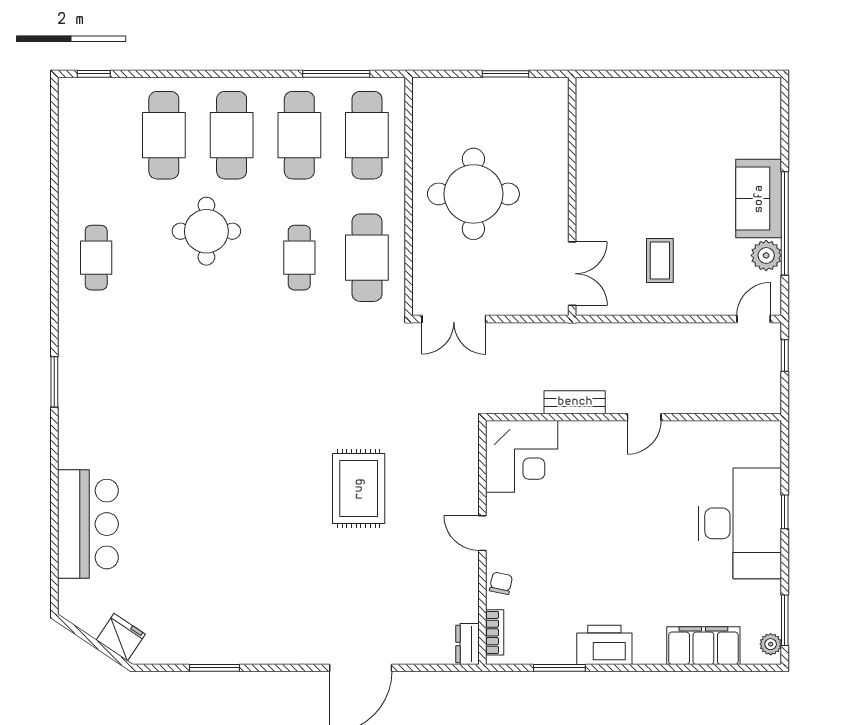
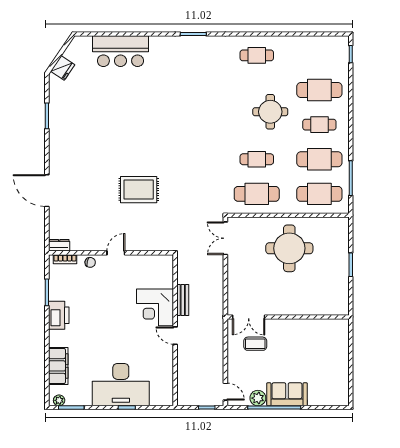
cafe table: (232, 135) -> (319, 125), width x0.73, depth x0.74
wall: (572, 196) -> (288, 317), moved
double door: (572, 274) -> (249, 317), moved
corner desk: (522, 456) -> (155, 307), moved

